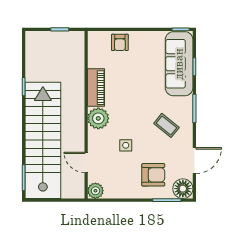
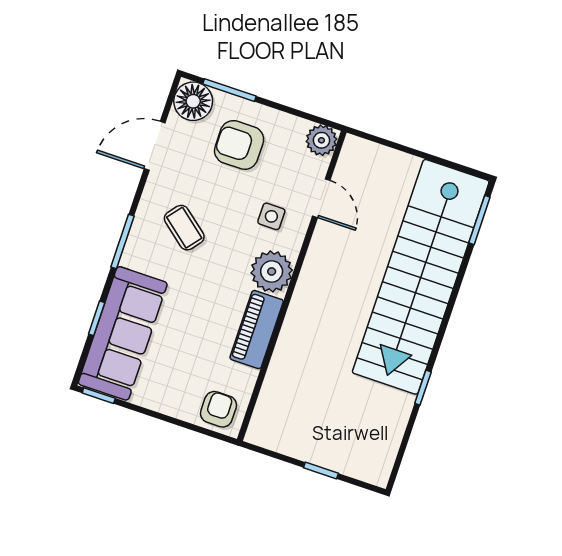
piano: (96, 88) -> (257, 330), moved
wall: (86, 115) -> (292, 286), moved
plant: (98, 118) -> (272, 271), moved
door: (86, 162) -> (321, 198), moved
plant: (95, 191) -> (321, 140), moved

